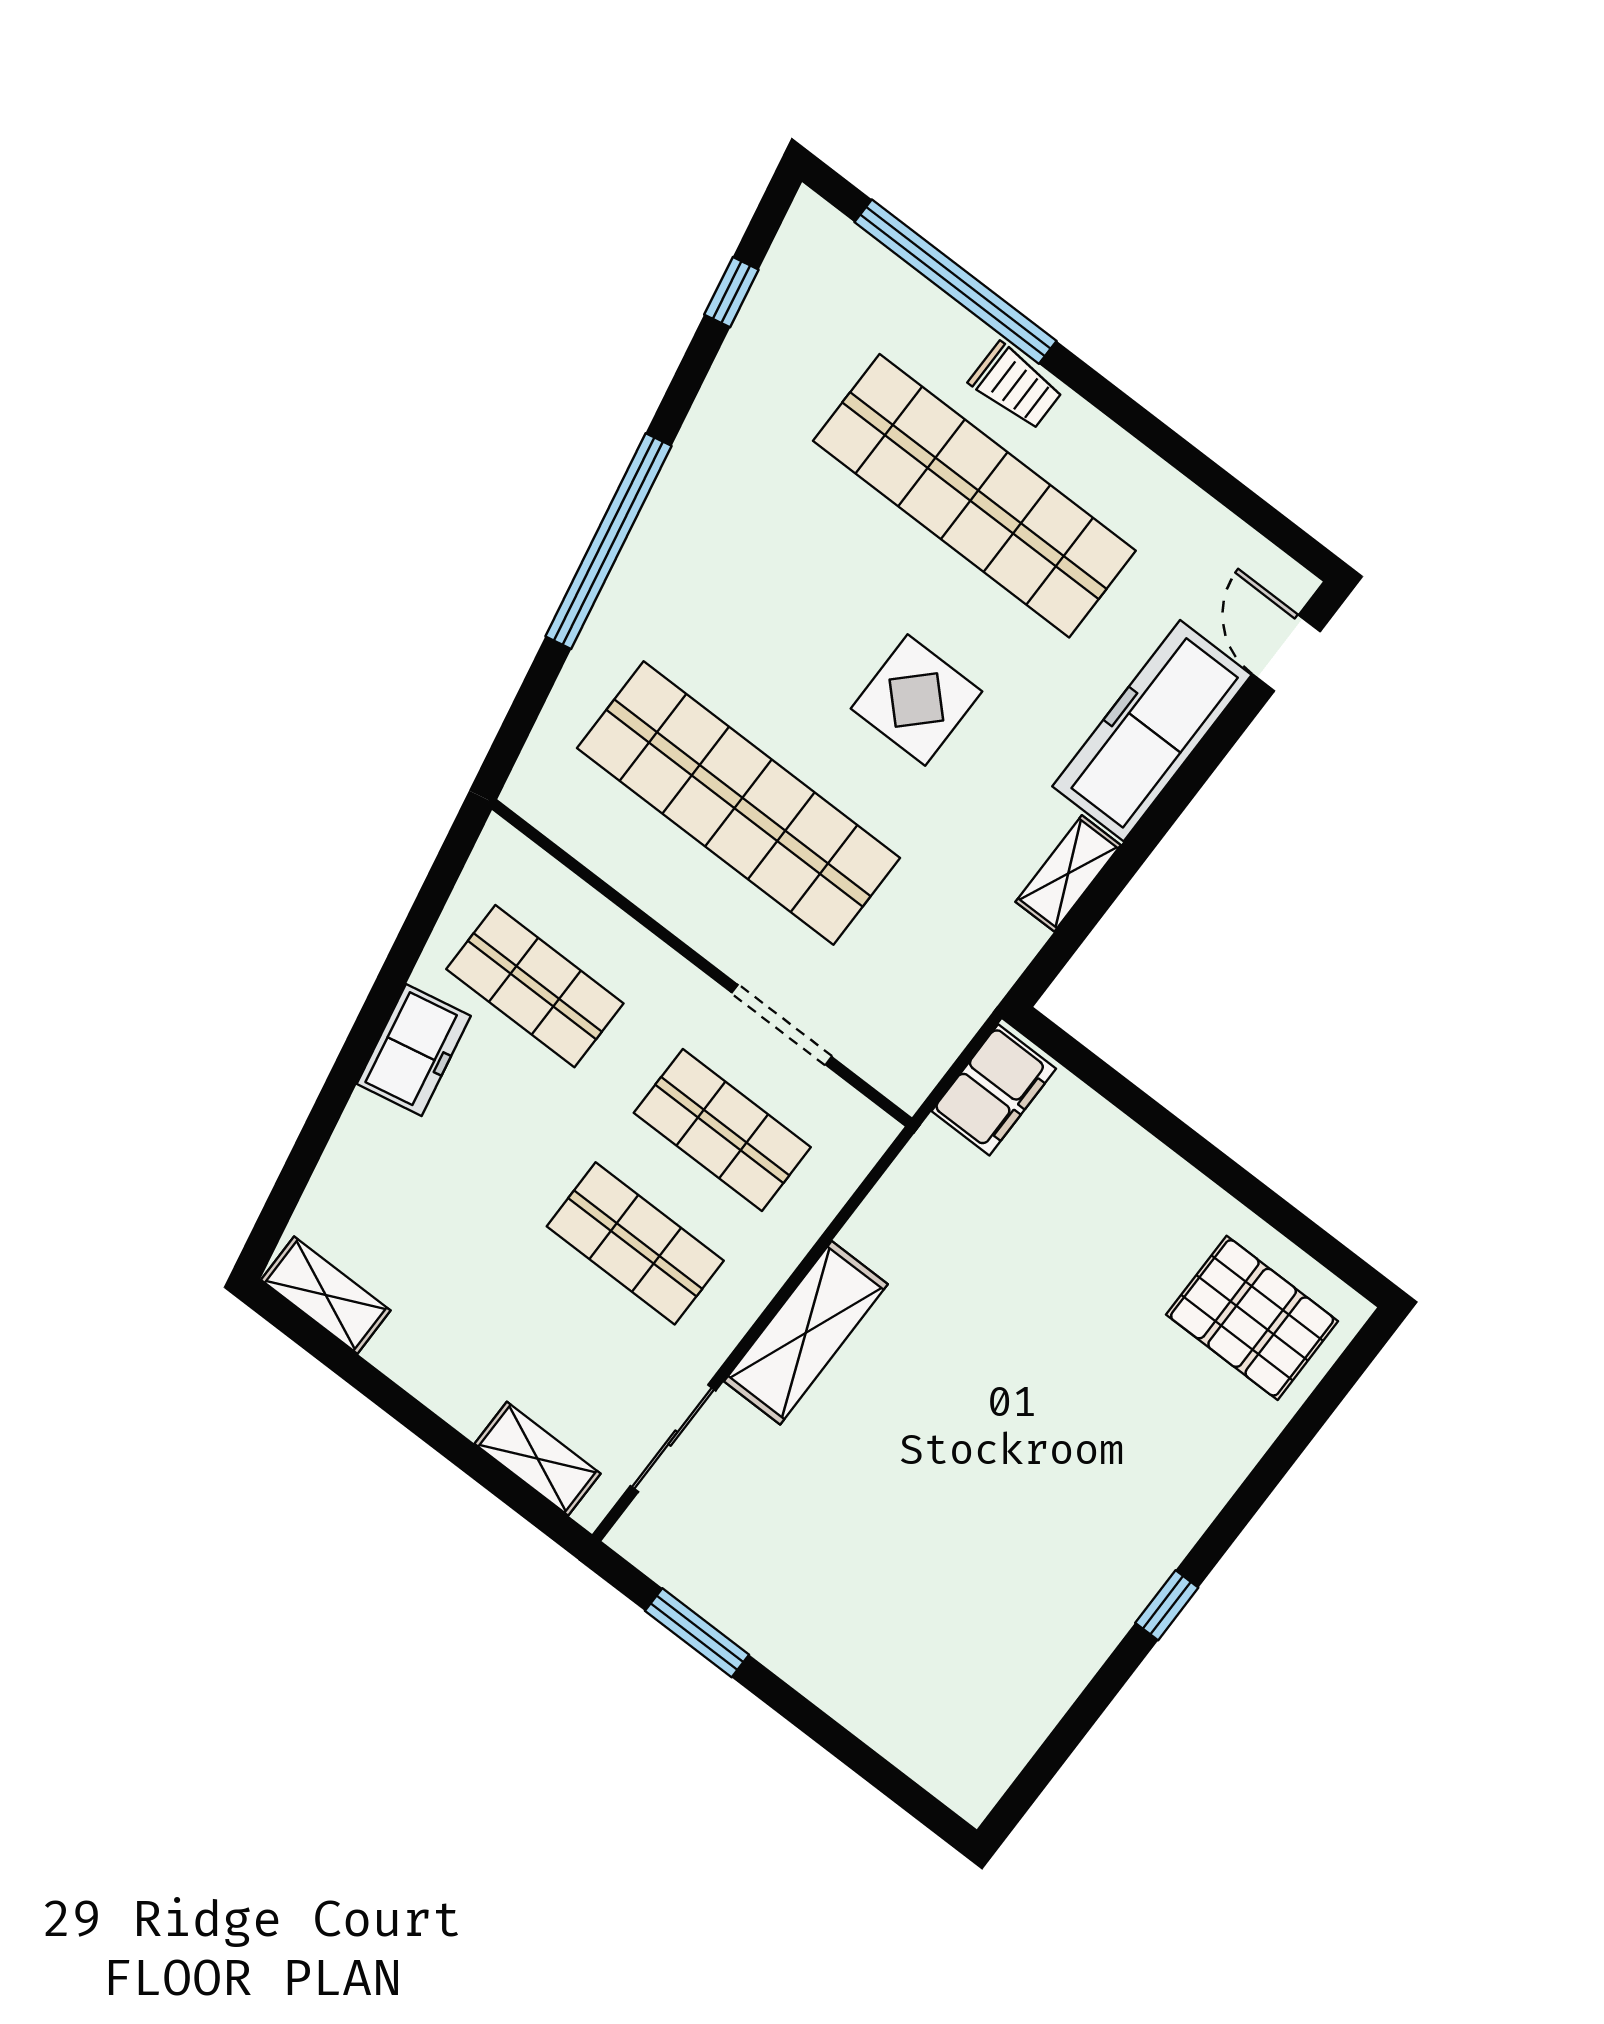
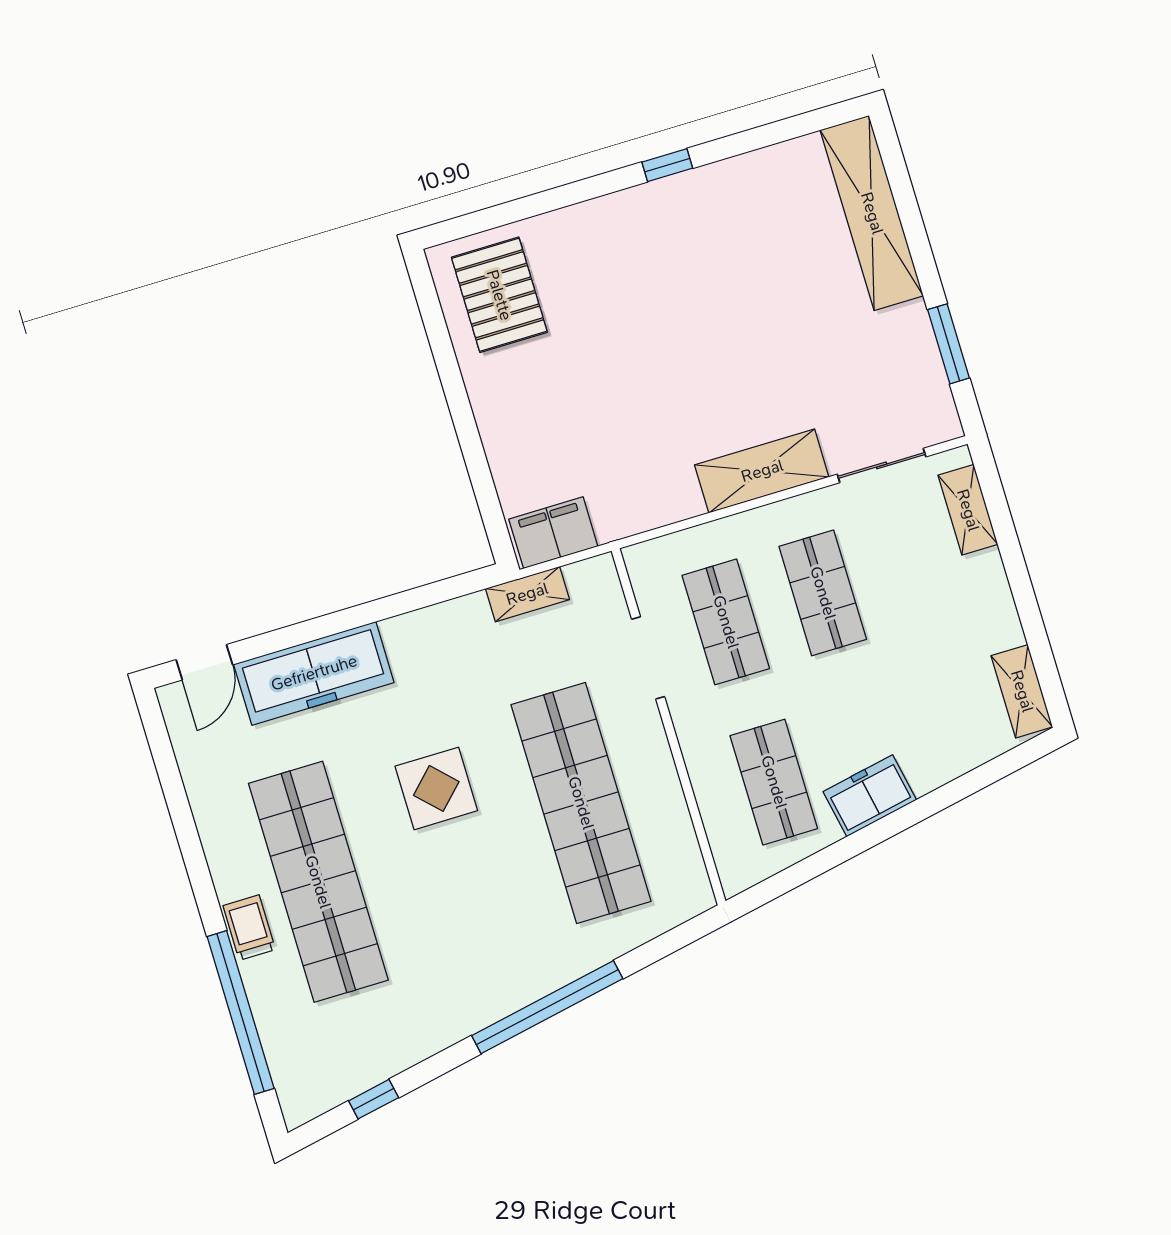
shelving: (1068, 873) -> (527, 594), moved
shelving: (893, 1719) -> (872, 213), added

